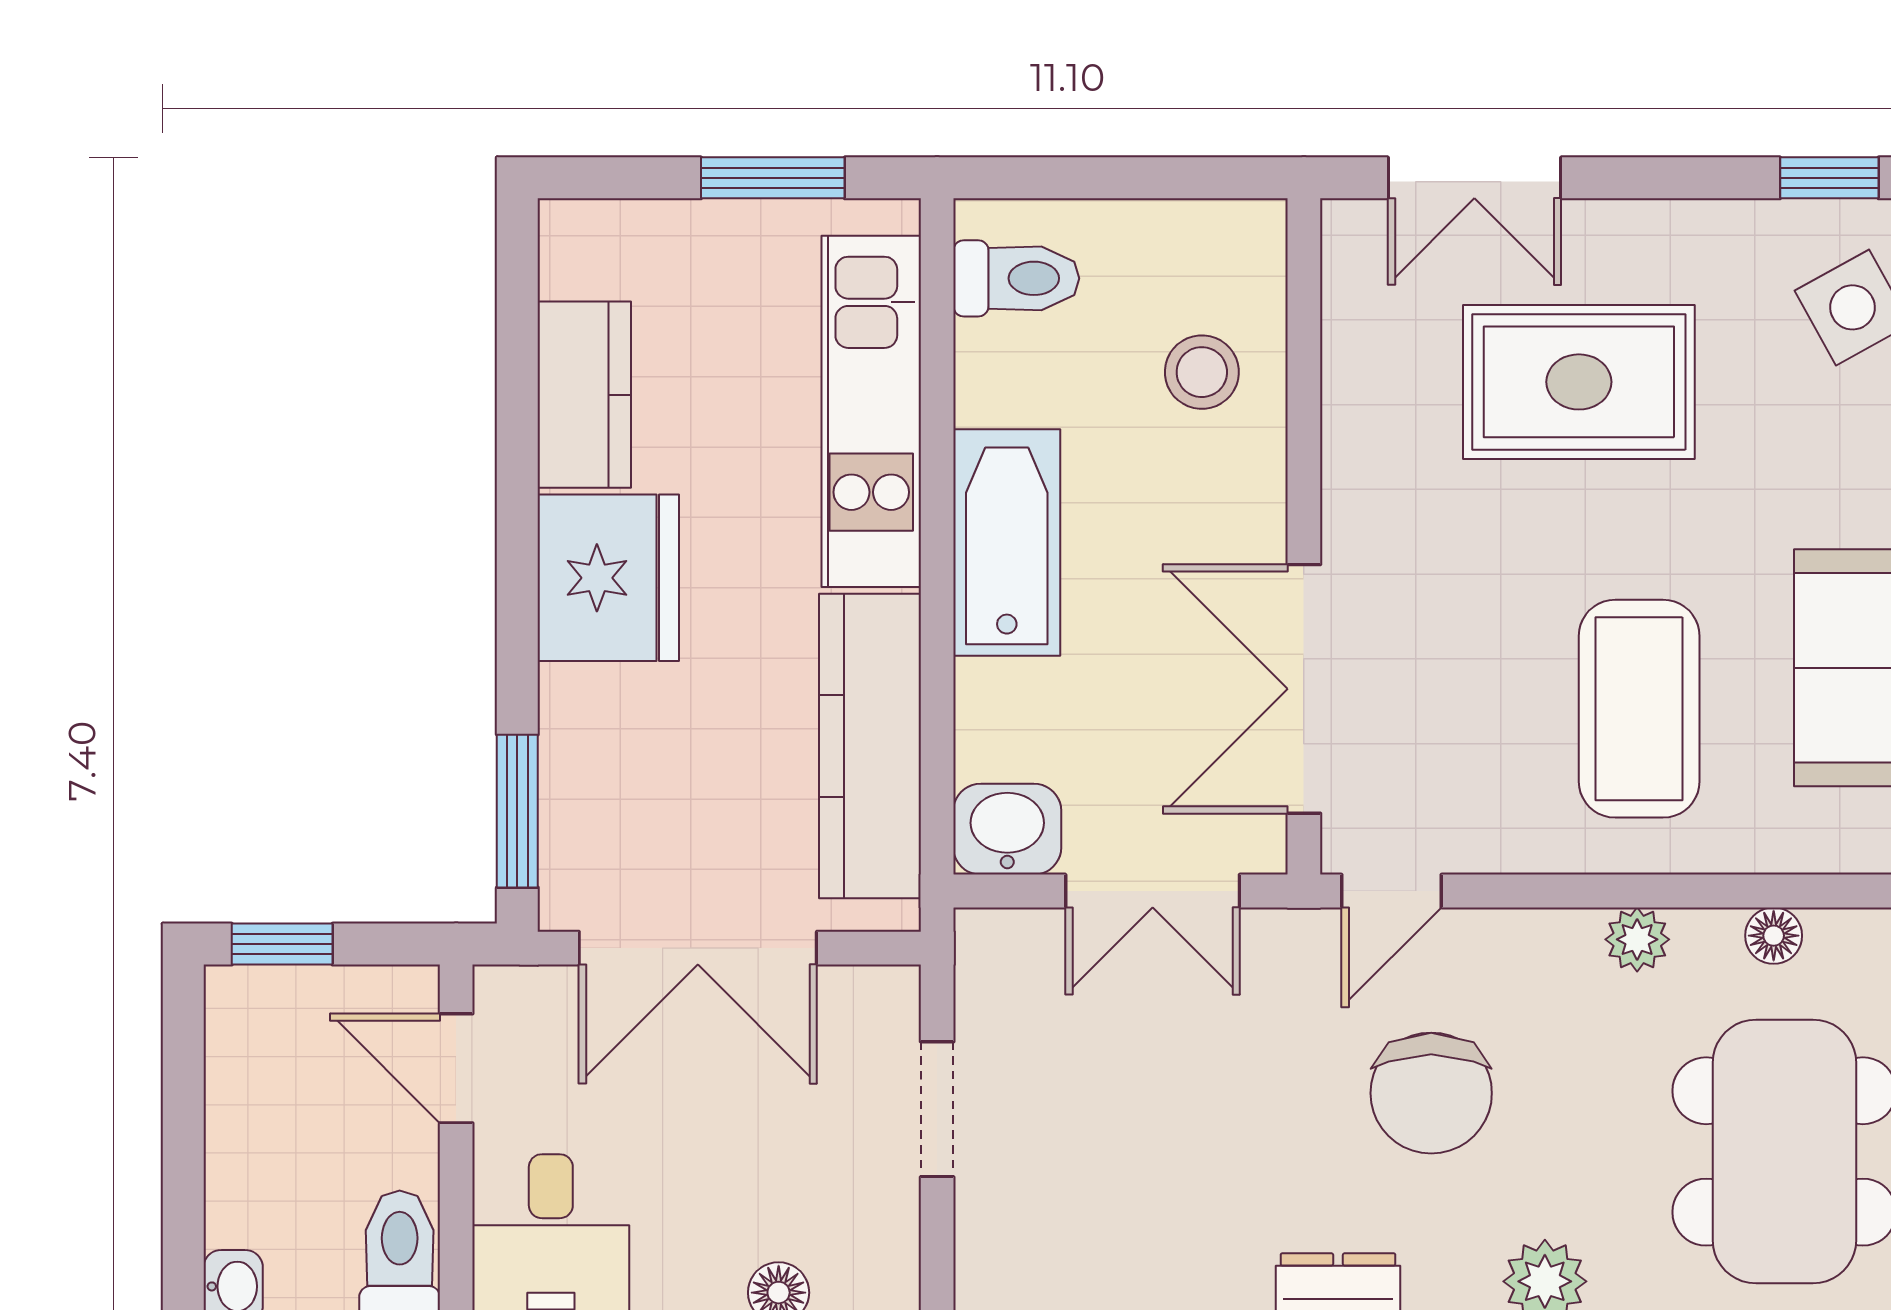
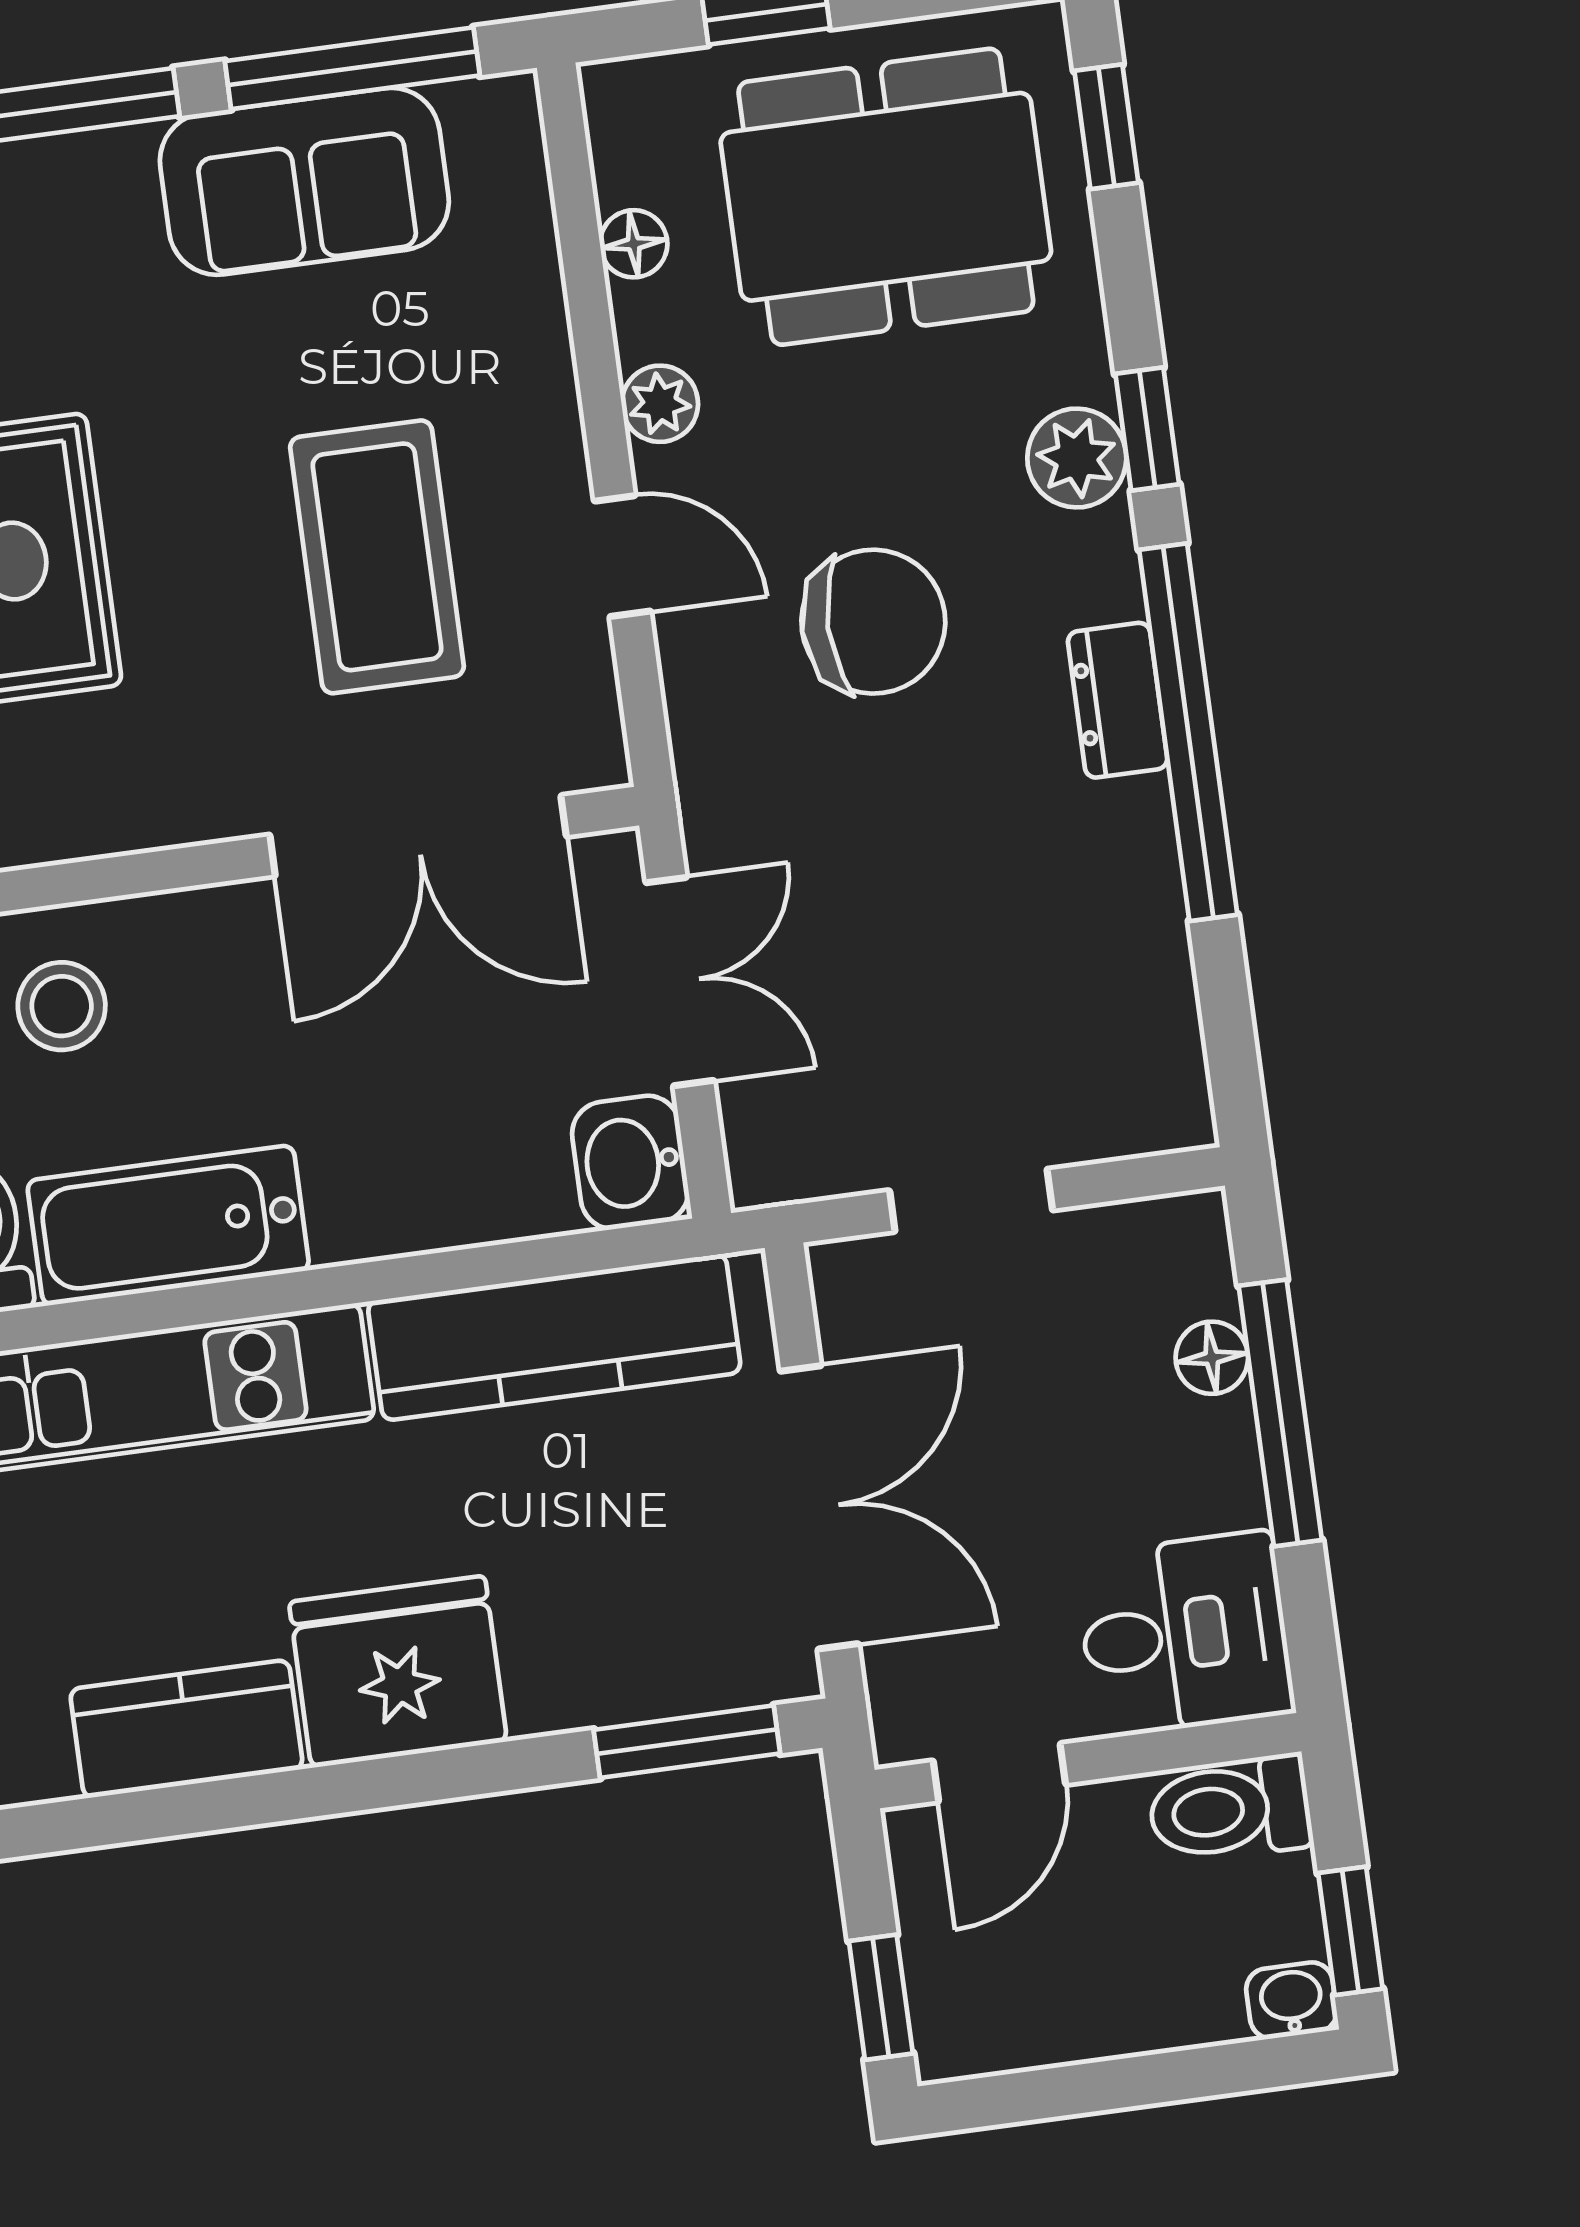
bathtub: (1007, 542) -> (168, 1225), moved
coffee table: (1639, 709) -> (377, 557), moved, turned 90
door: (1392, 891) -> (622, 556), moved

